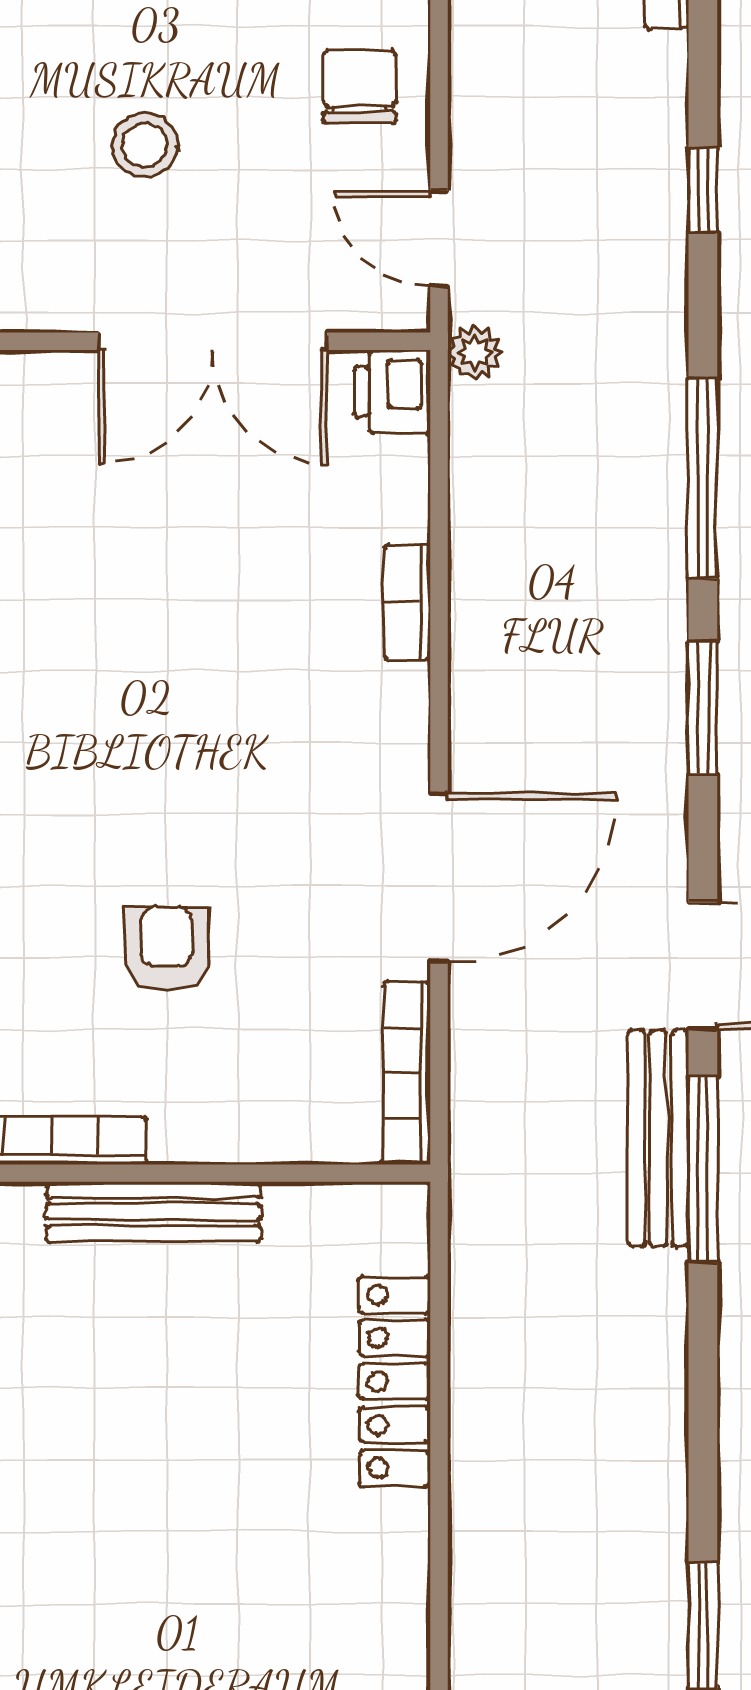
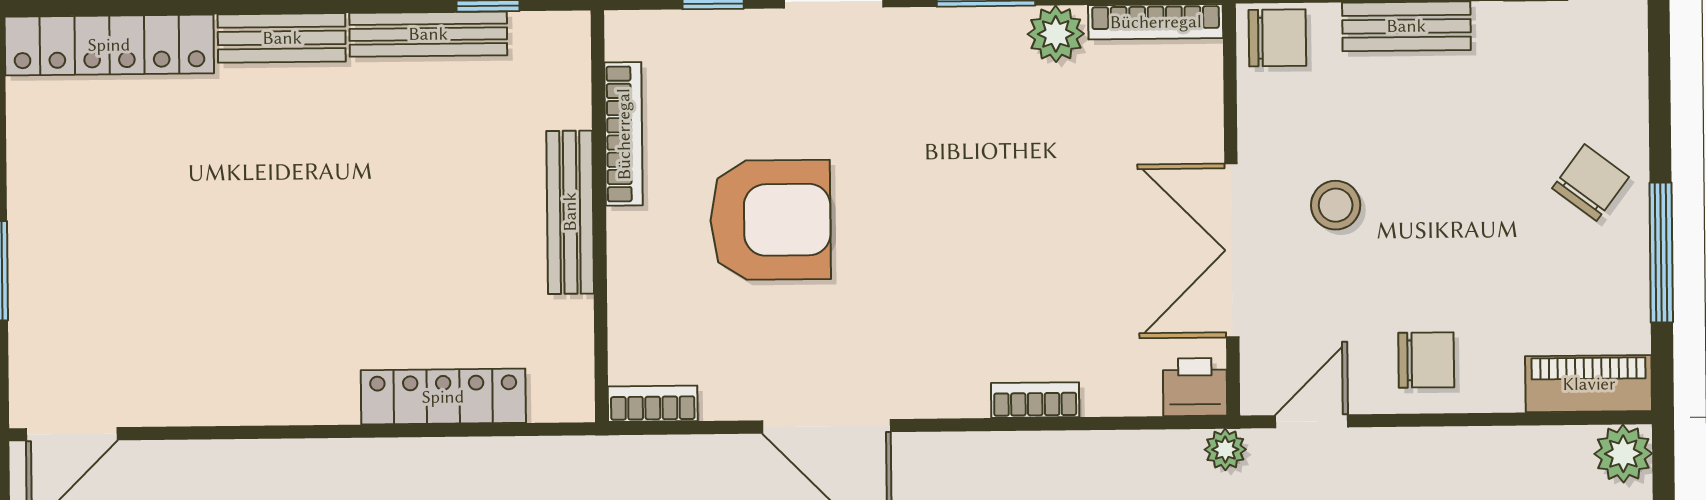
stool: (145, 145) -> (1336, 205), moved
armchair: (166, 948) -> (770, 220), width x1.88, depth x1.88
bookcase: (407, 1073) -> (653, 404), width x0.64

